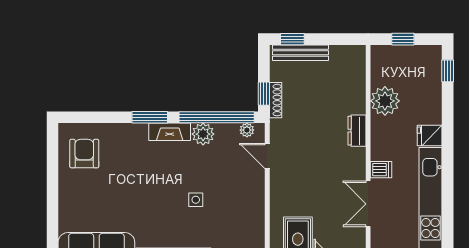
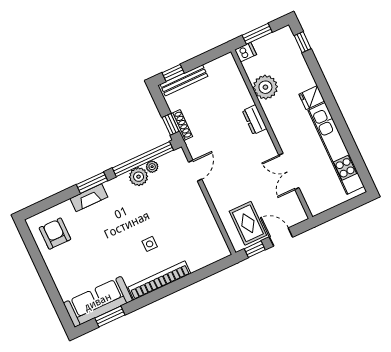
window: (403, 39) -> (257, 34), width x1.50
plant: (247, 130) -> (152, 167), moved
fireplace: (170, 132) -> (89, 198), moved
door: (267, 156) -> (195, 171), swing flipped
dishwasher: (381, 170) -> (246, 52), moved
side table: (196, 200) -> (150, 244), moved

